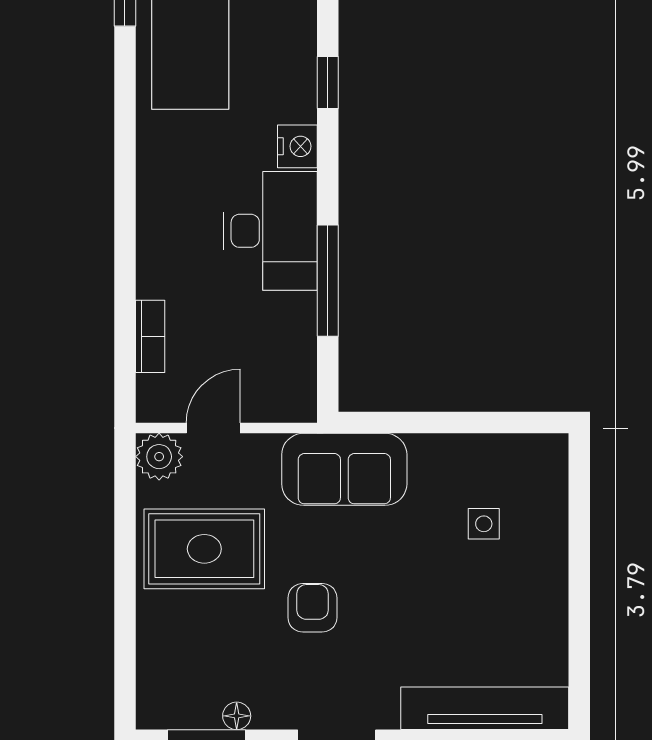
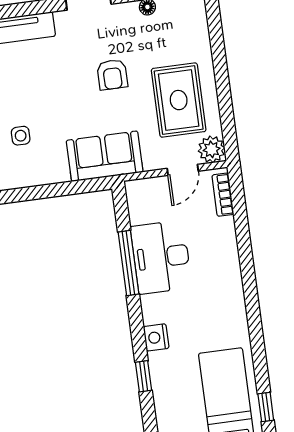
desk: (270, 231) -> (161, 257), moved
bookcase: (150, 336) -> (223, 195), moved
rug: (204, 549) -> (179, 100), turned 90

